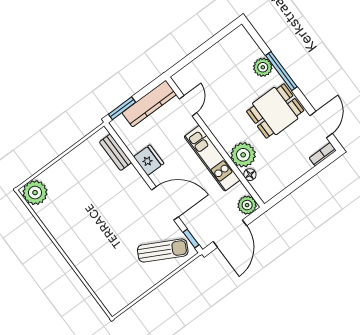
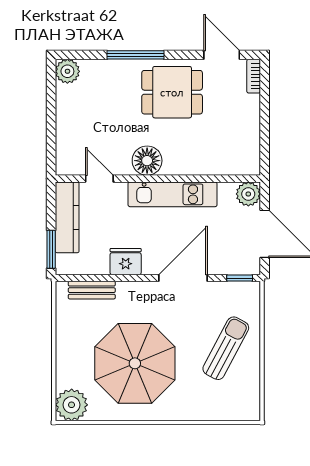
plant: (263, 67) -> (67, 71), moved
dining table: (275, 111) -> (172, 92), turned 90
plant: (243, 155) -> (193, 159), removed
floor lamp: (250, 175) -> (147, 161), moved, width x1.89, depth x1.89
parasol: (90, 213) -> (135, 363), added
sun lounger: (163, 251) -> (226, 348), moved

